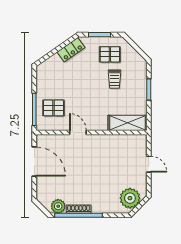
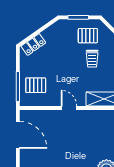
locker: (71, 50) -> (33, 44), moved
door: (78, 133) -> (69, 108), moved

